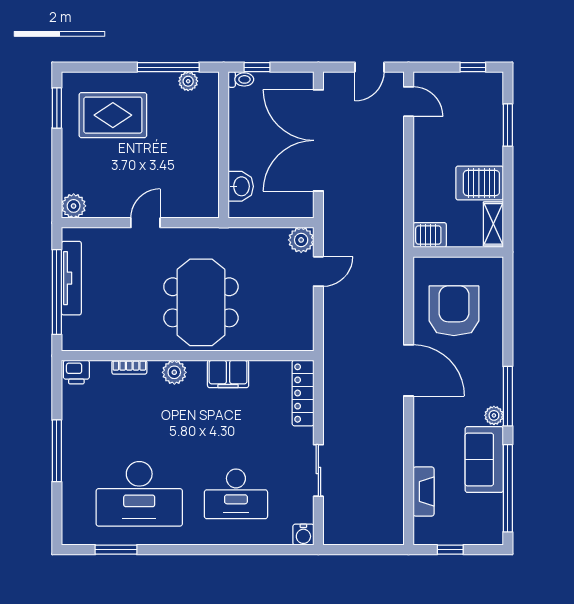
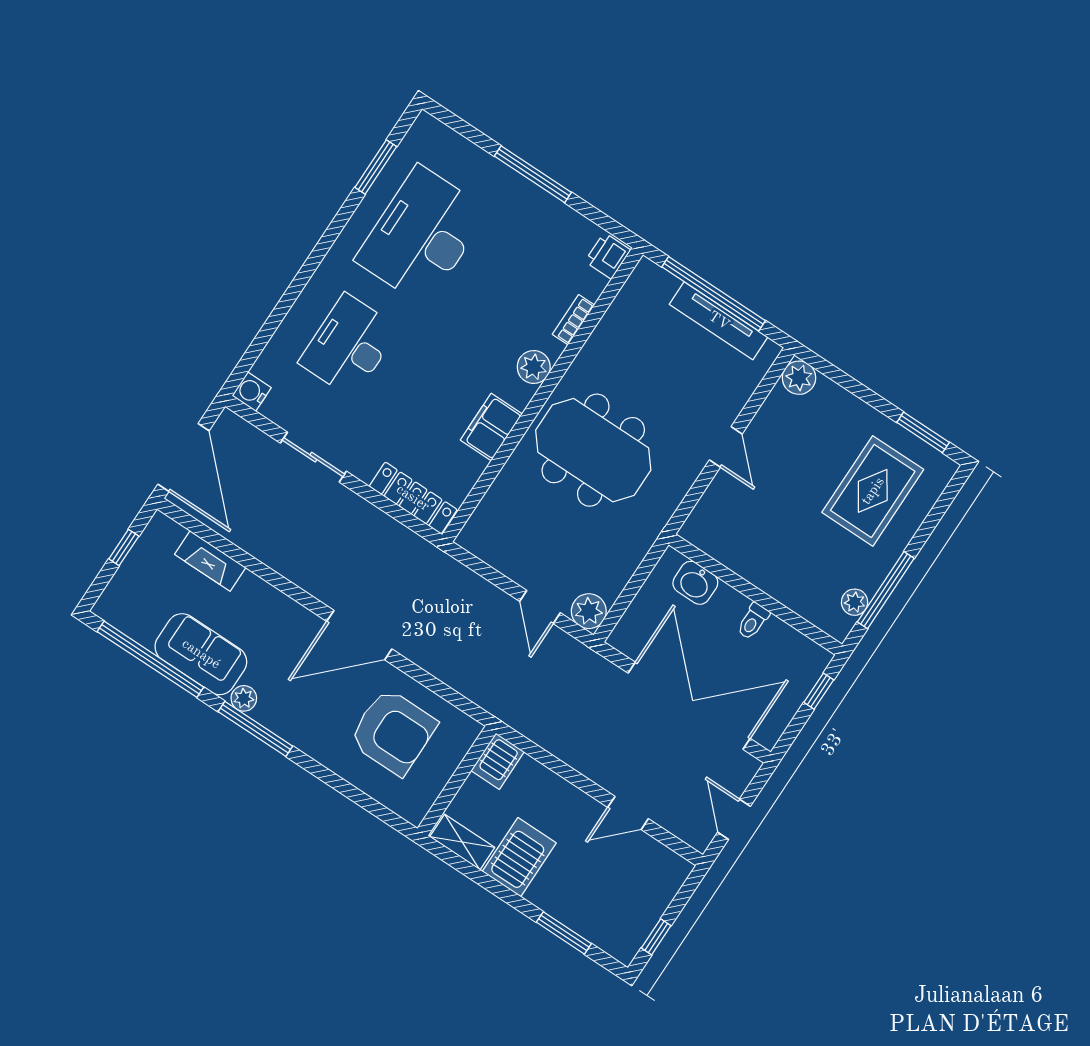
toilet: (241, 79) -> (753, 621), moved
door: (409, 102) -> (628, 813), moved
door: (371, 550) -> (183, 458), added

